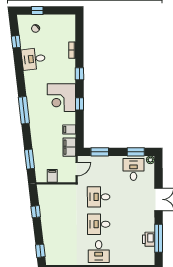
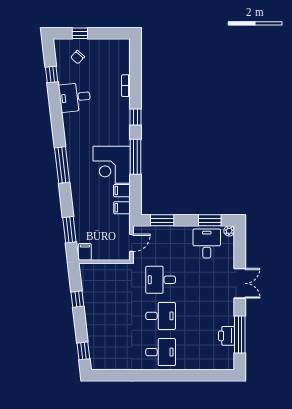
corner desk: (61, 98) -> (112, 165), moved
window: (80, 104) -> (136, 157), width x2.17
filing cabinet: (69, 147) -> (122, 208), width x0.50
filing cabinet: (52, 176) -> (85, 252), moved
desk: (99, 224) -> (161, 316), turned 180
desk: (99, 252) -> (161, 352), turned -90

